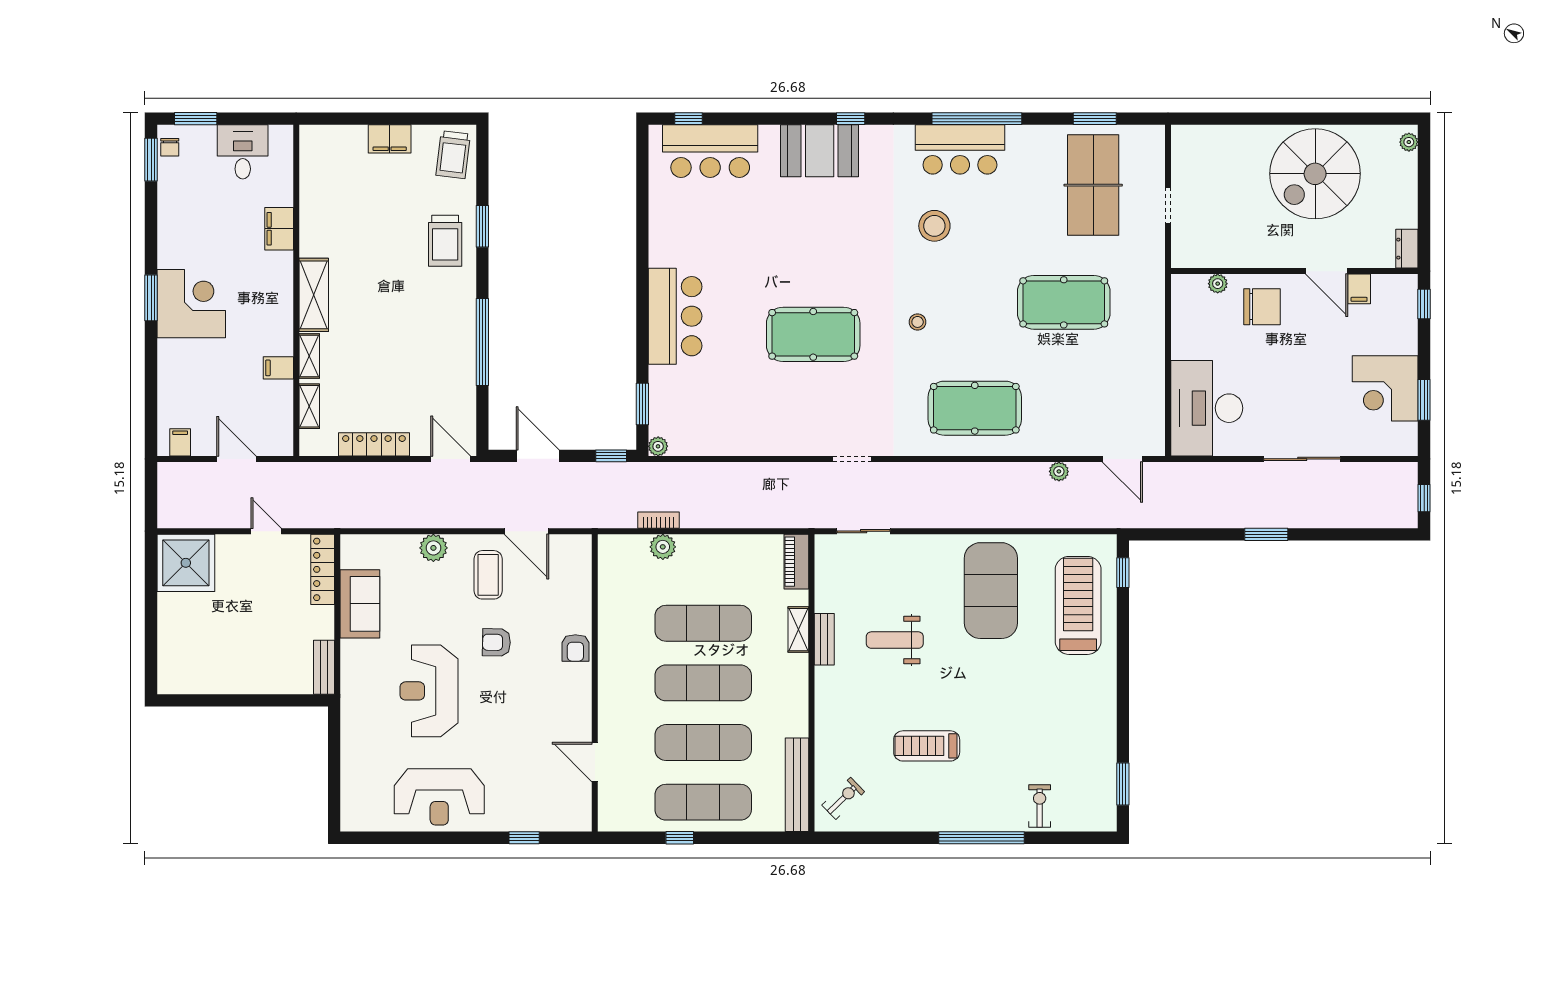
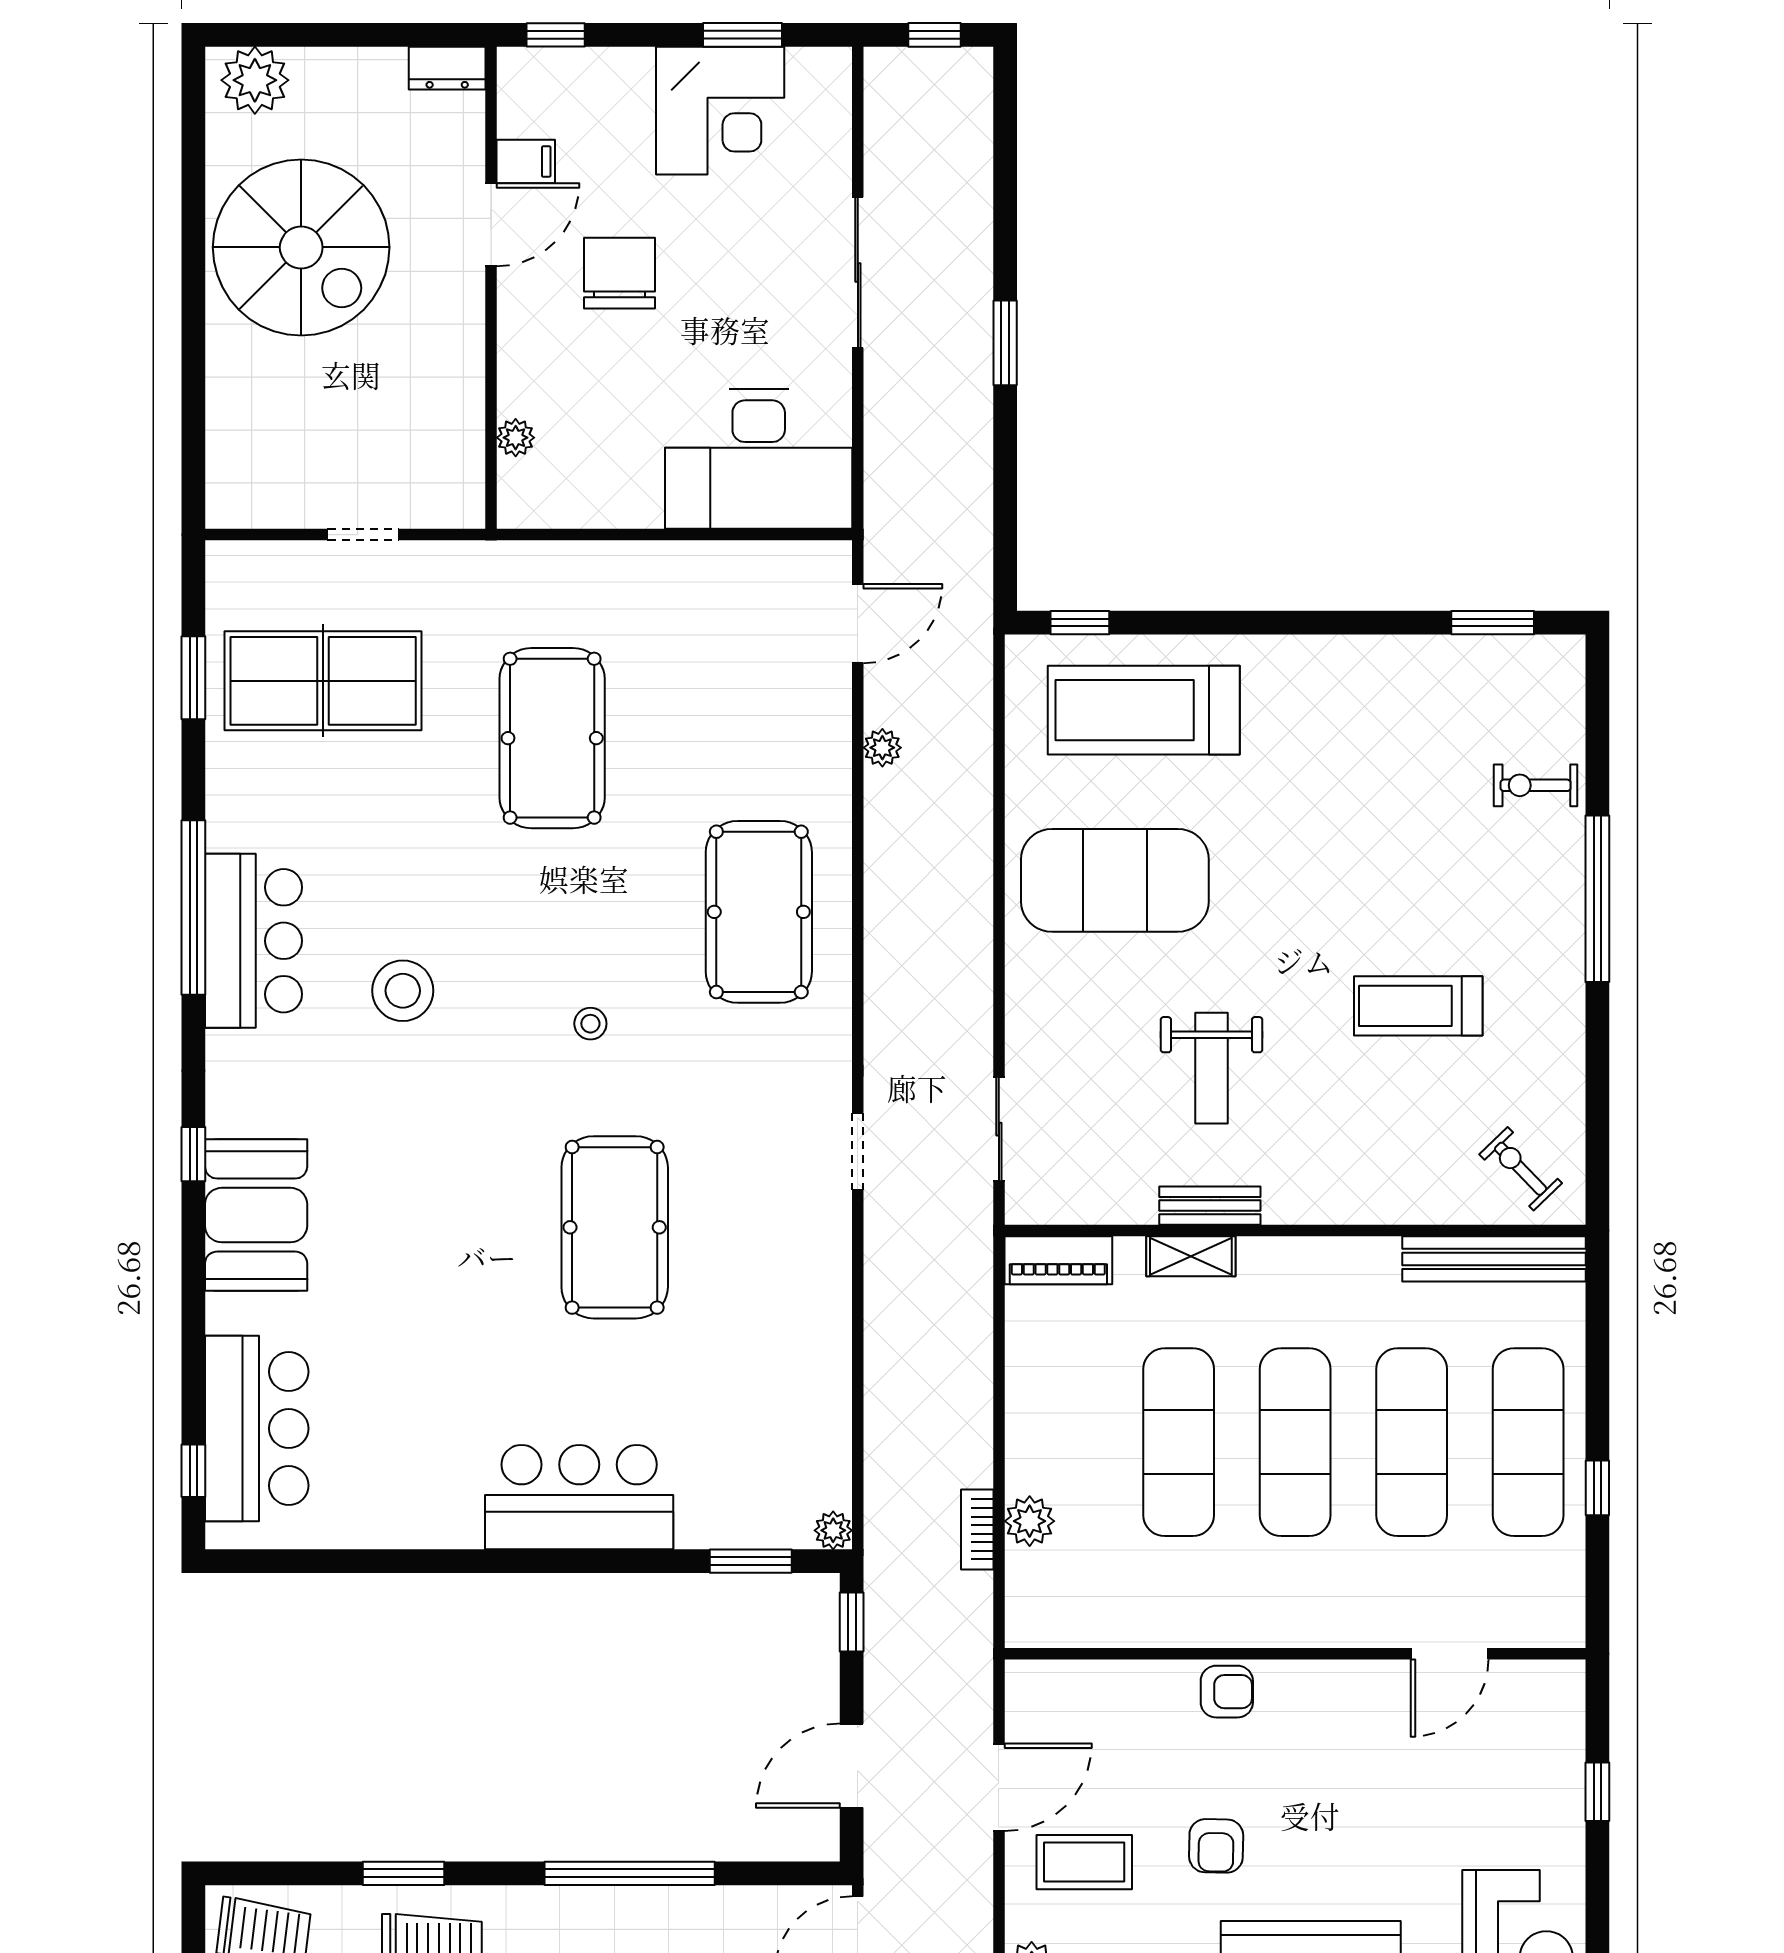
plant: (1409, 142) -> (255, 80), width x1.87, depth x1.87
chair: (1262, 307) -> (619, 273), moved
treadmill: (927, 746) -> (1418, 1006), turned 90

